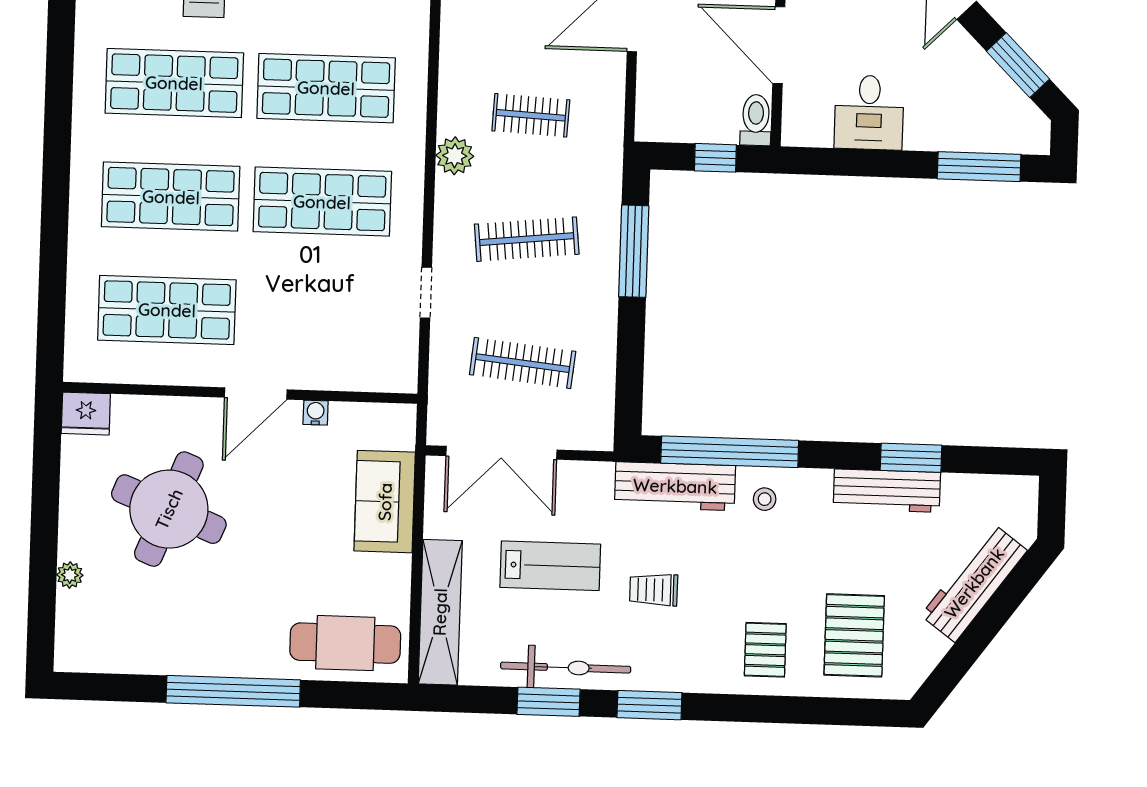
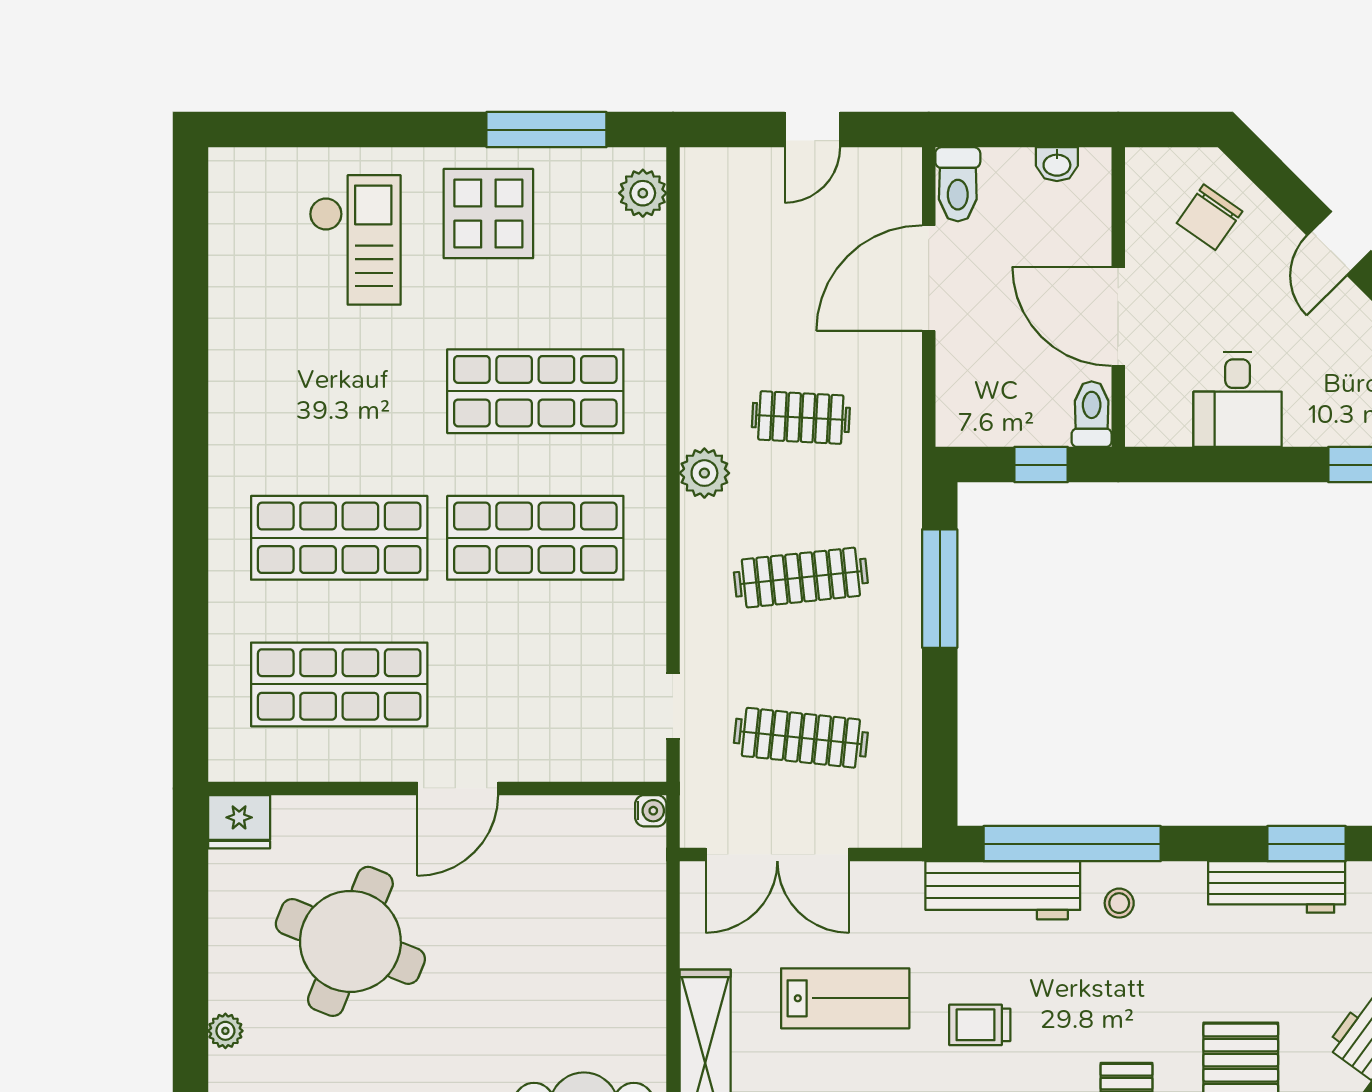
shop shelf: (174, 83) -> (339, 391), removed
doorway: (426, 293) -> (673, 706), moved
water cooler: (316, 413) -> (651, 811), moved, turned 90
sofa: (385, 502) -> (629, 922), removed

